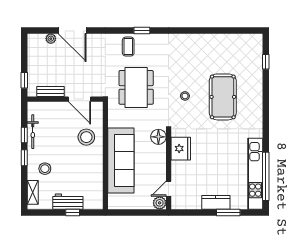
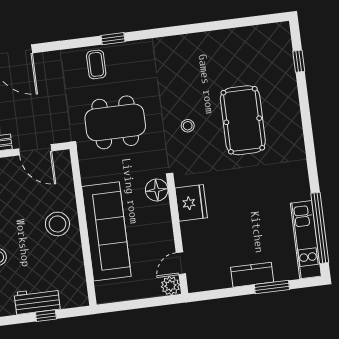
dining table: (136, 87) -> (115, 122), turned 90
stool: (86, 137) -> (57, 224), moved
kitchen unit: (255, 174) -> (306, 240), width x0.73

